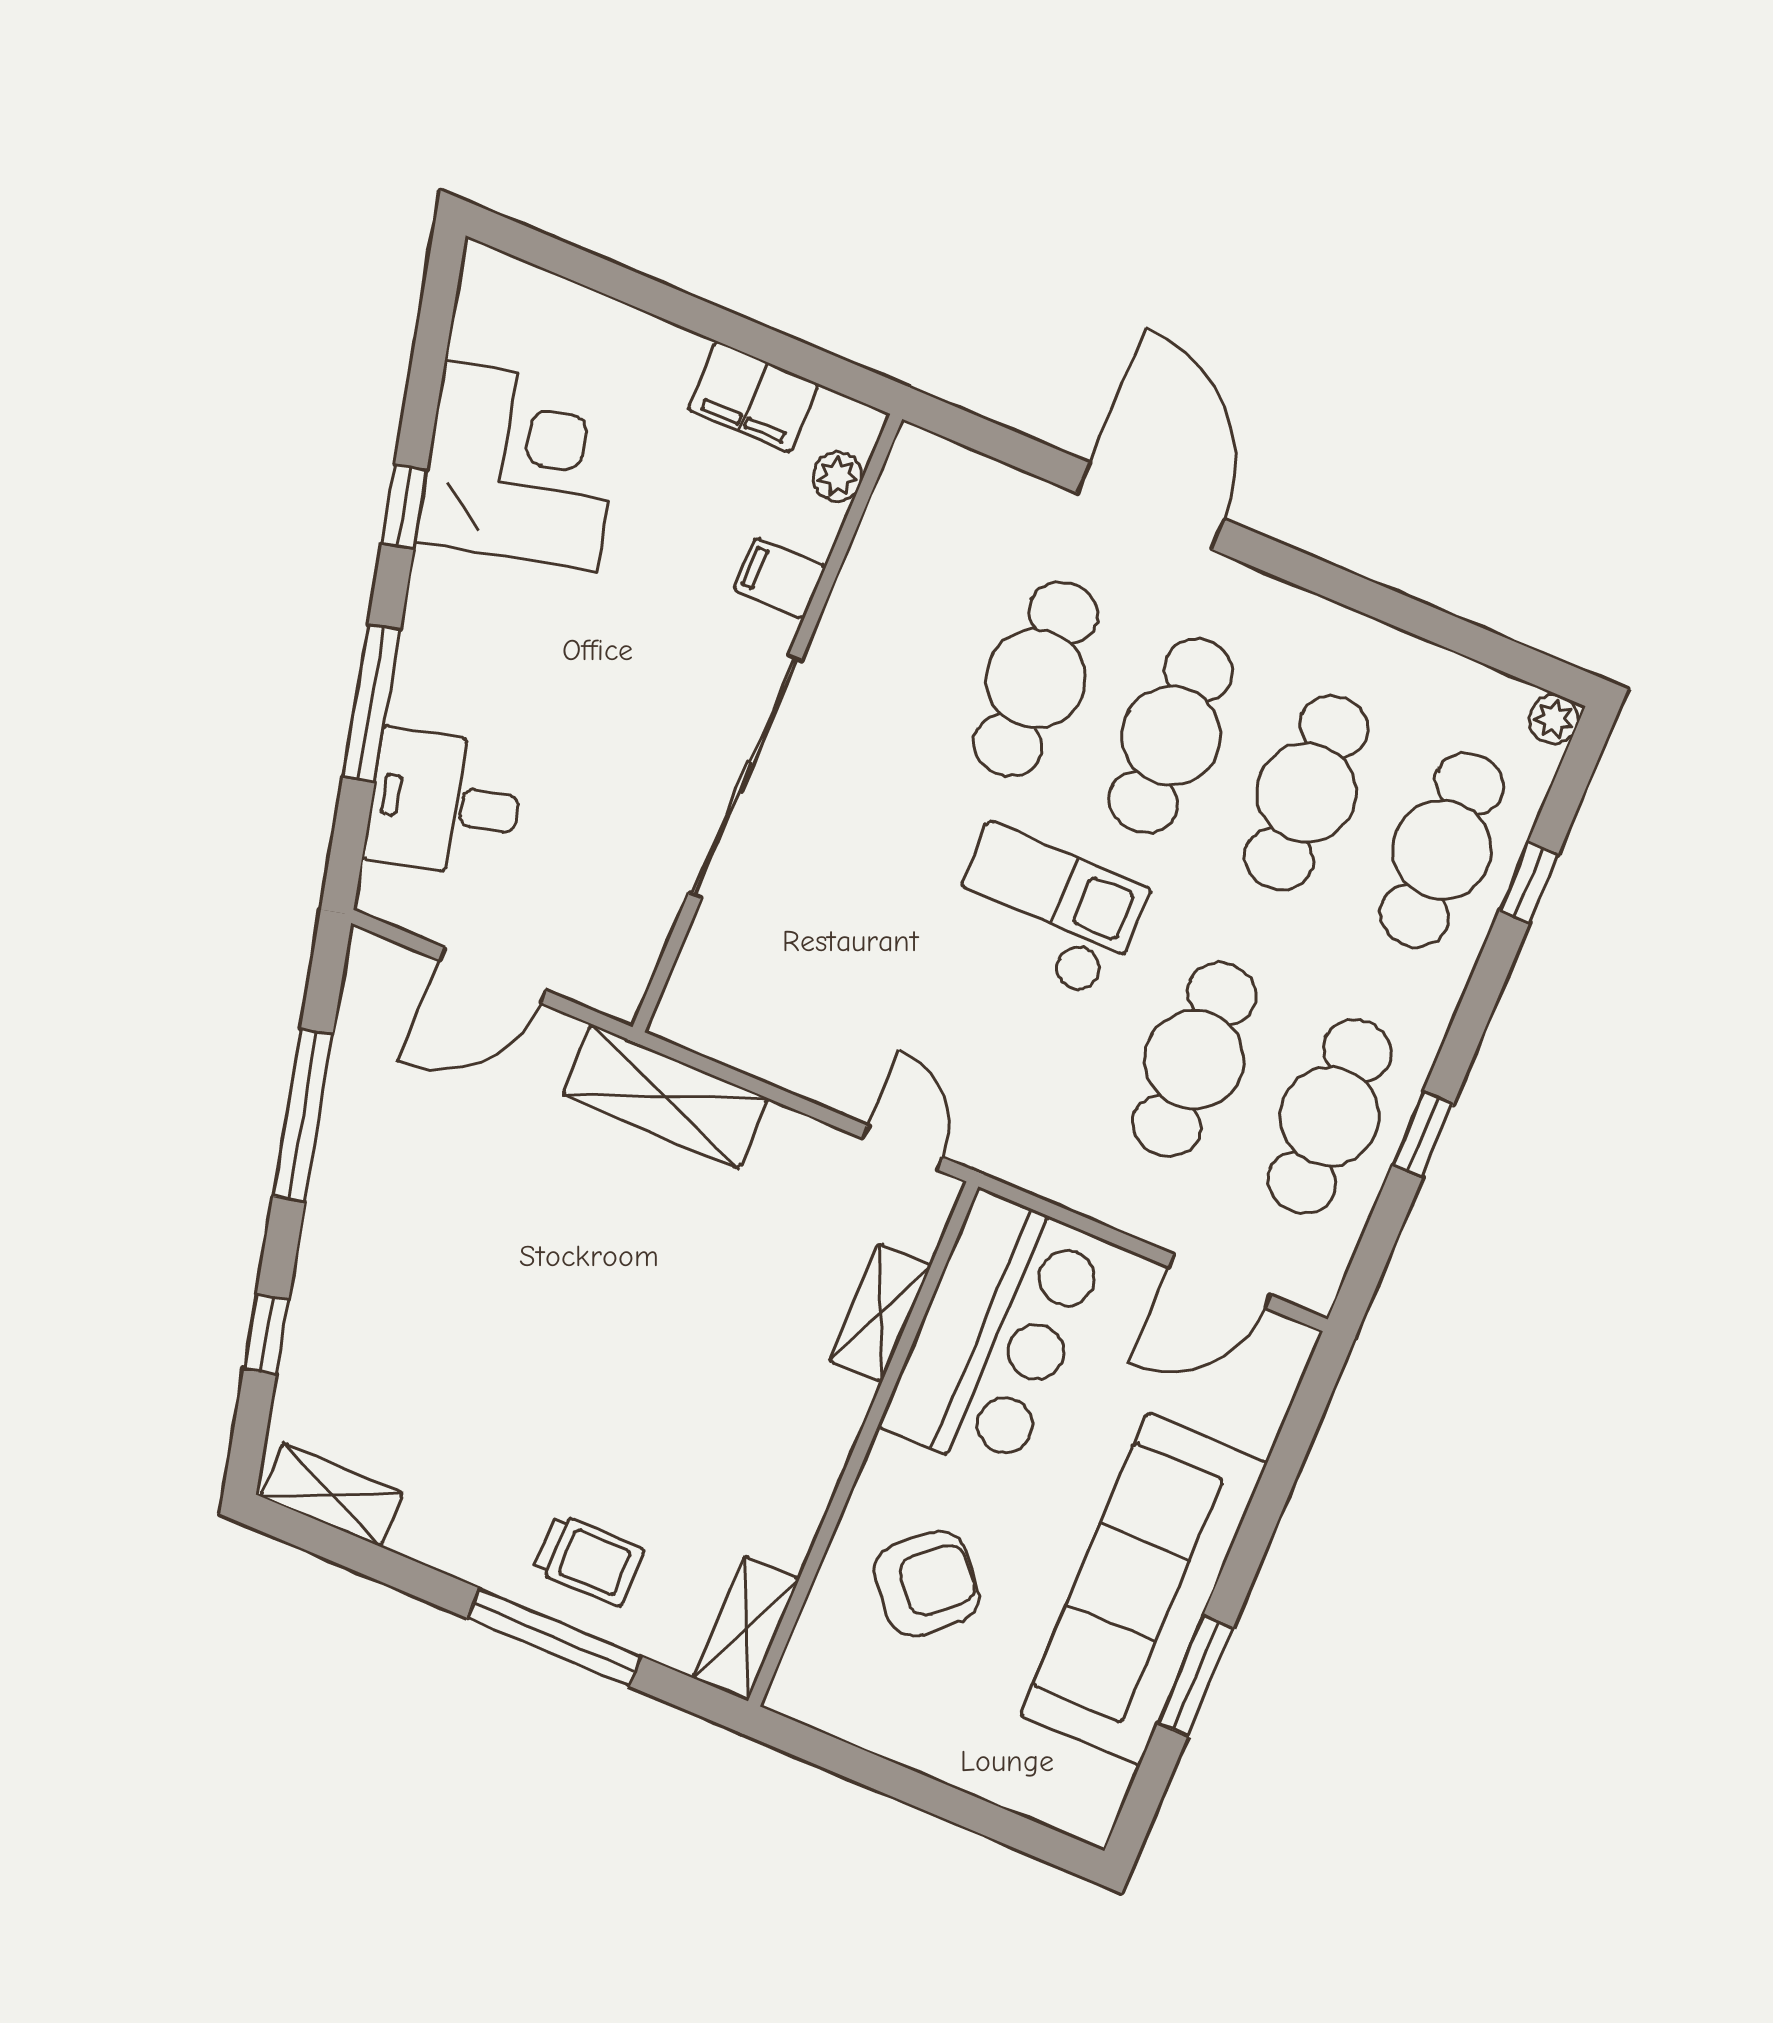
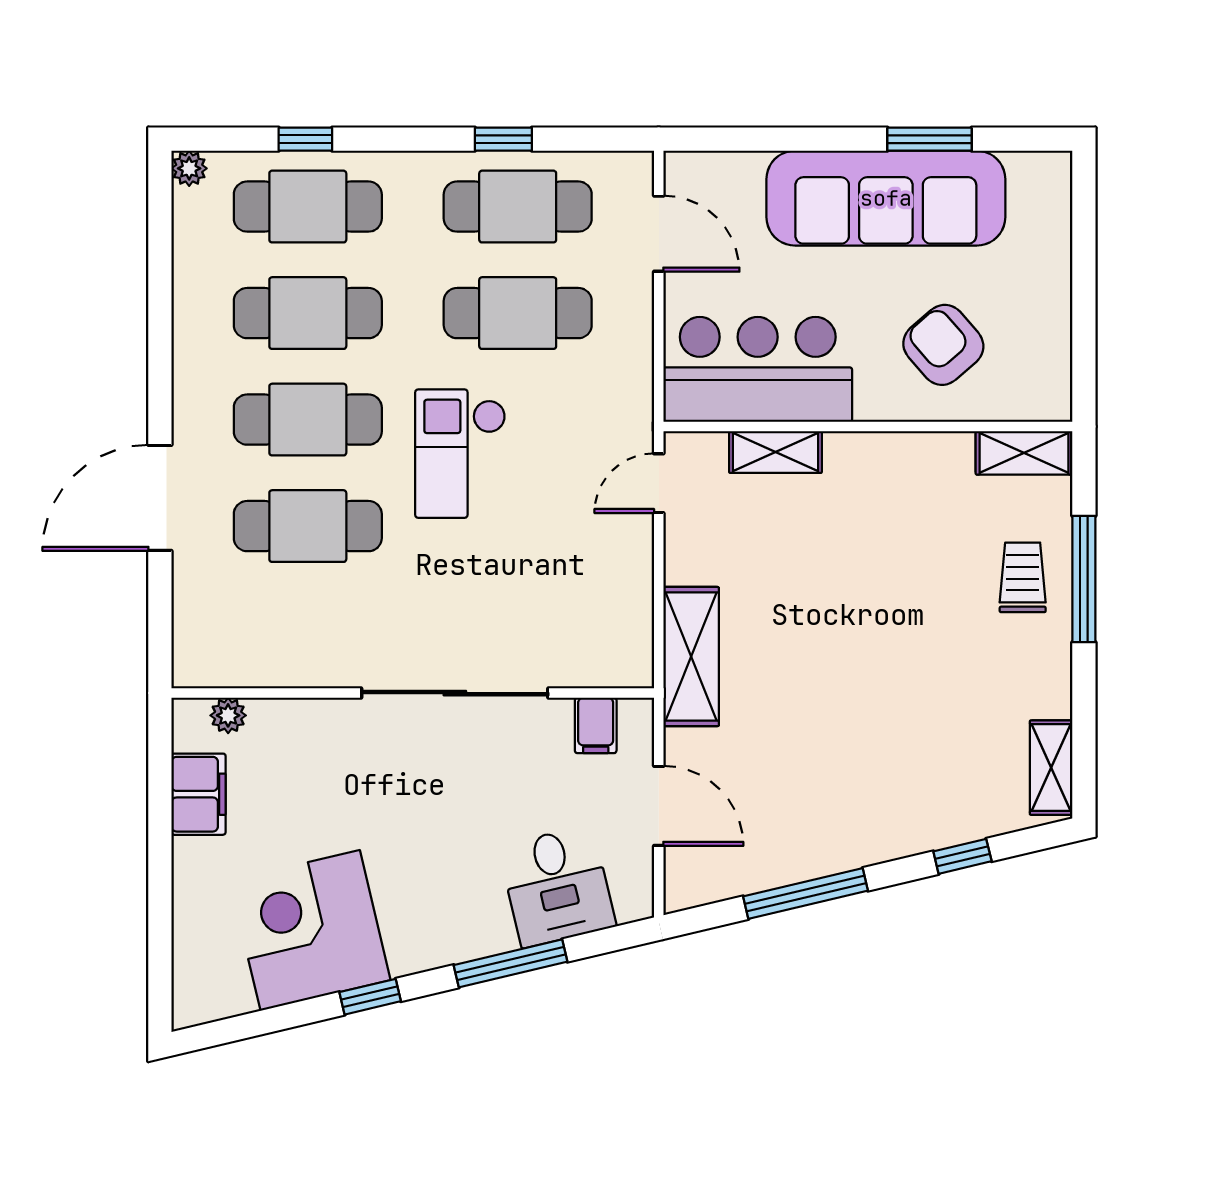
filing cabinet: (780, 578) -> (596, 725), moved

